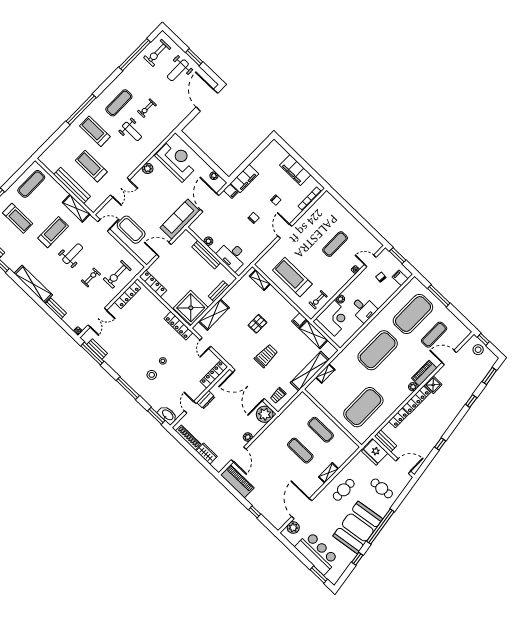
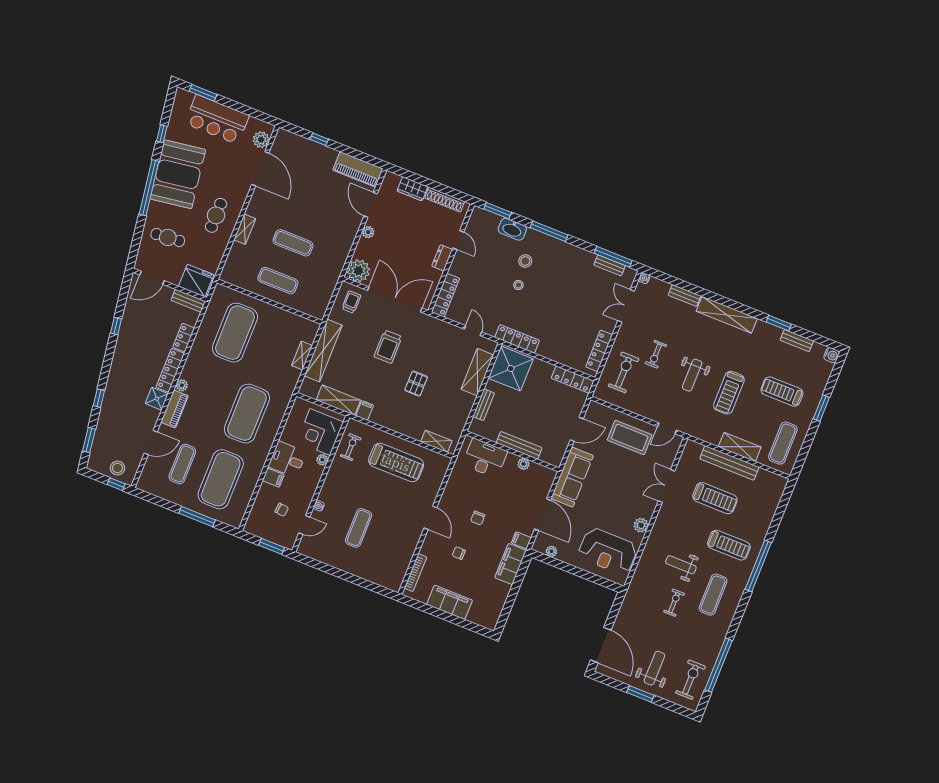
shelving: (76, 208) -> (740, 447), moved
filing cabinet: (400, 278) -> (273, 478), moved
washbasin: (167, 415) -> (512, 229), moved

